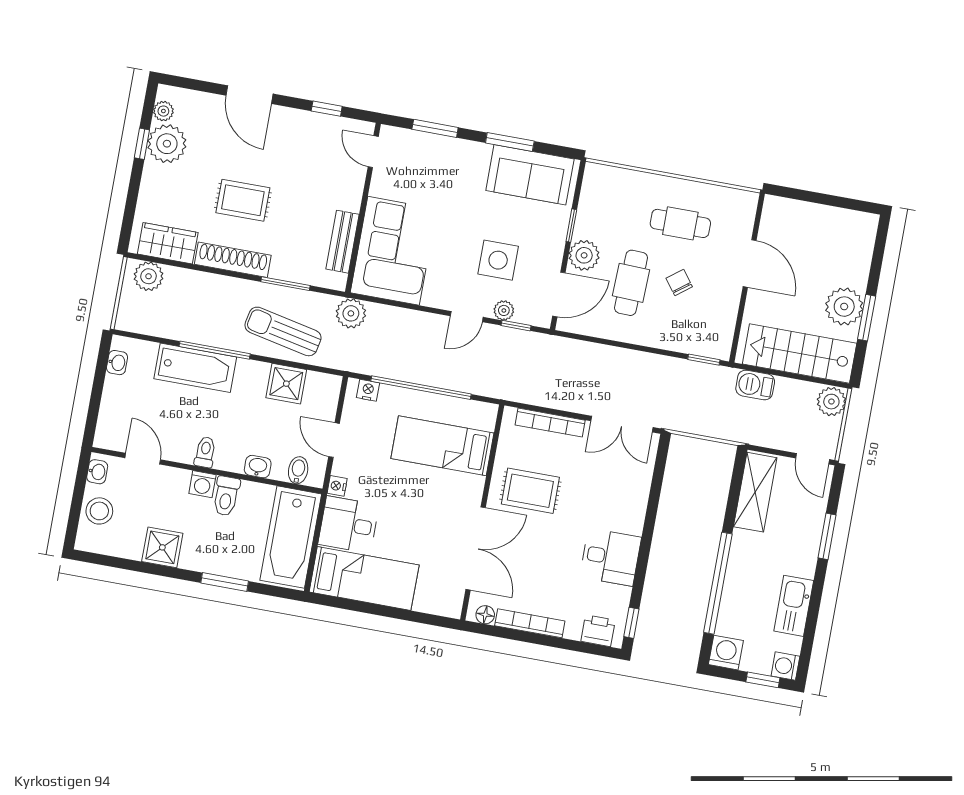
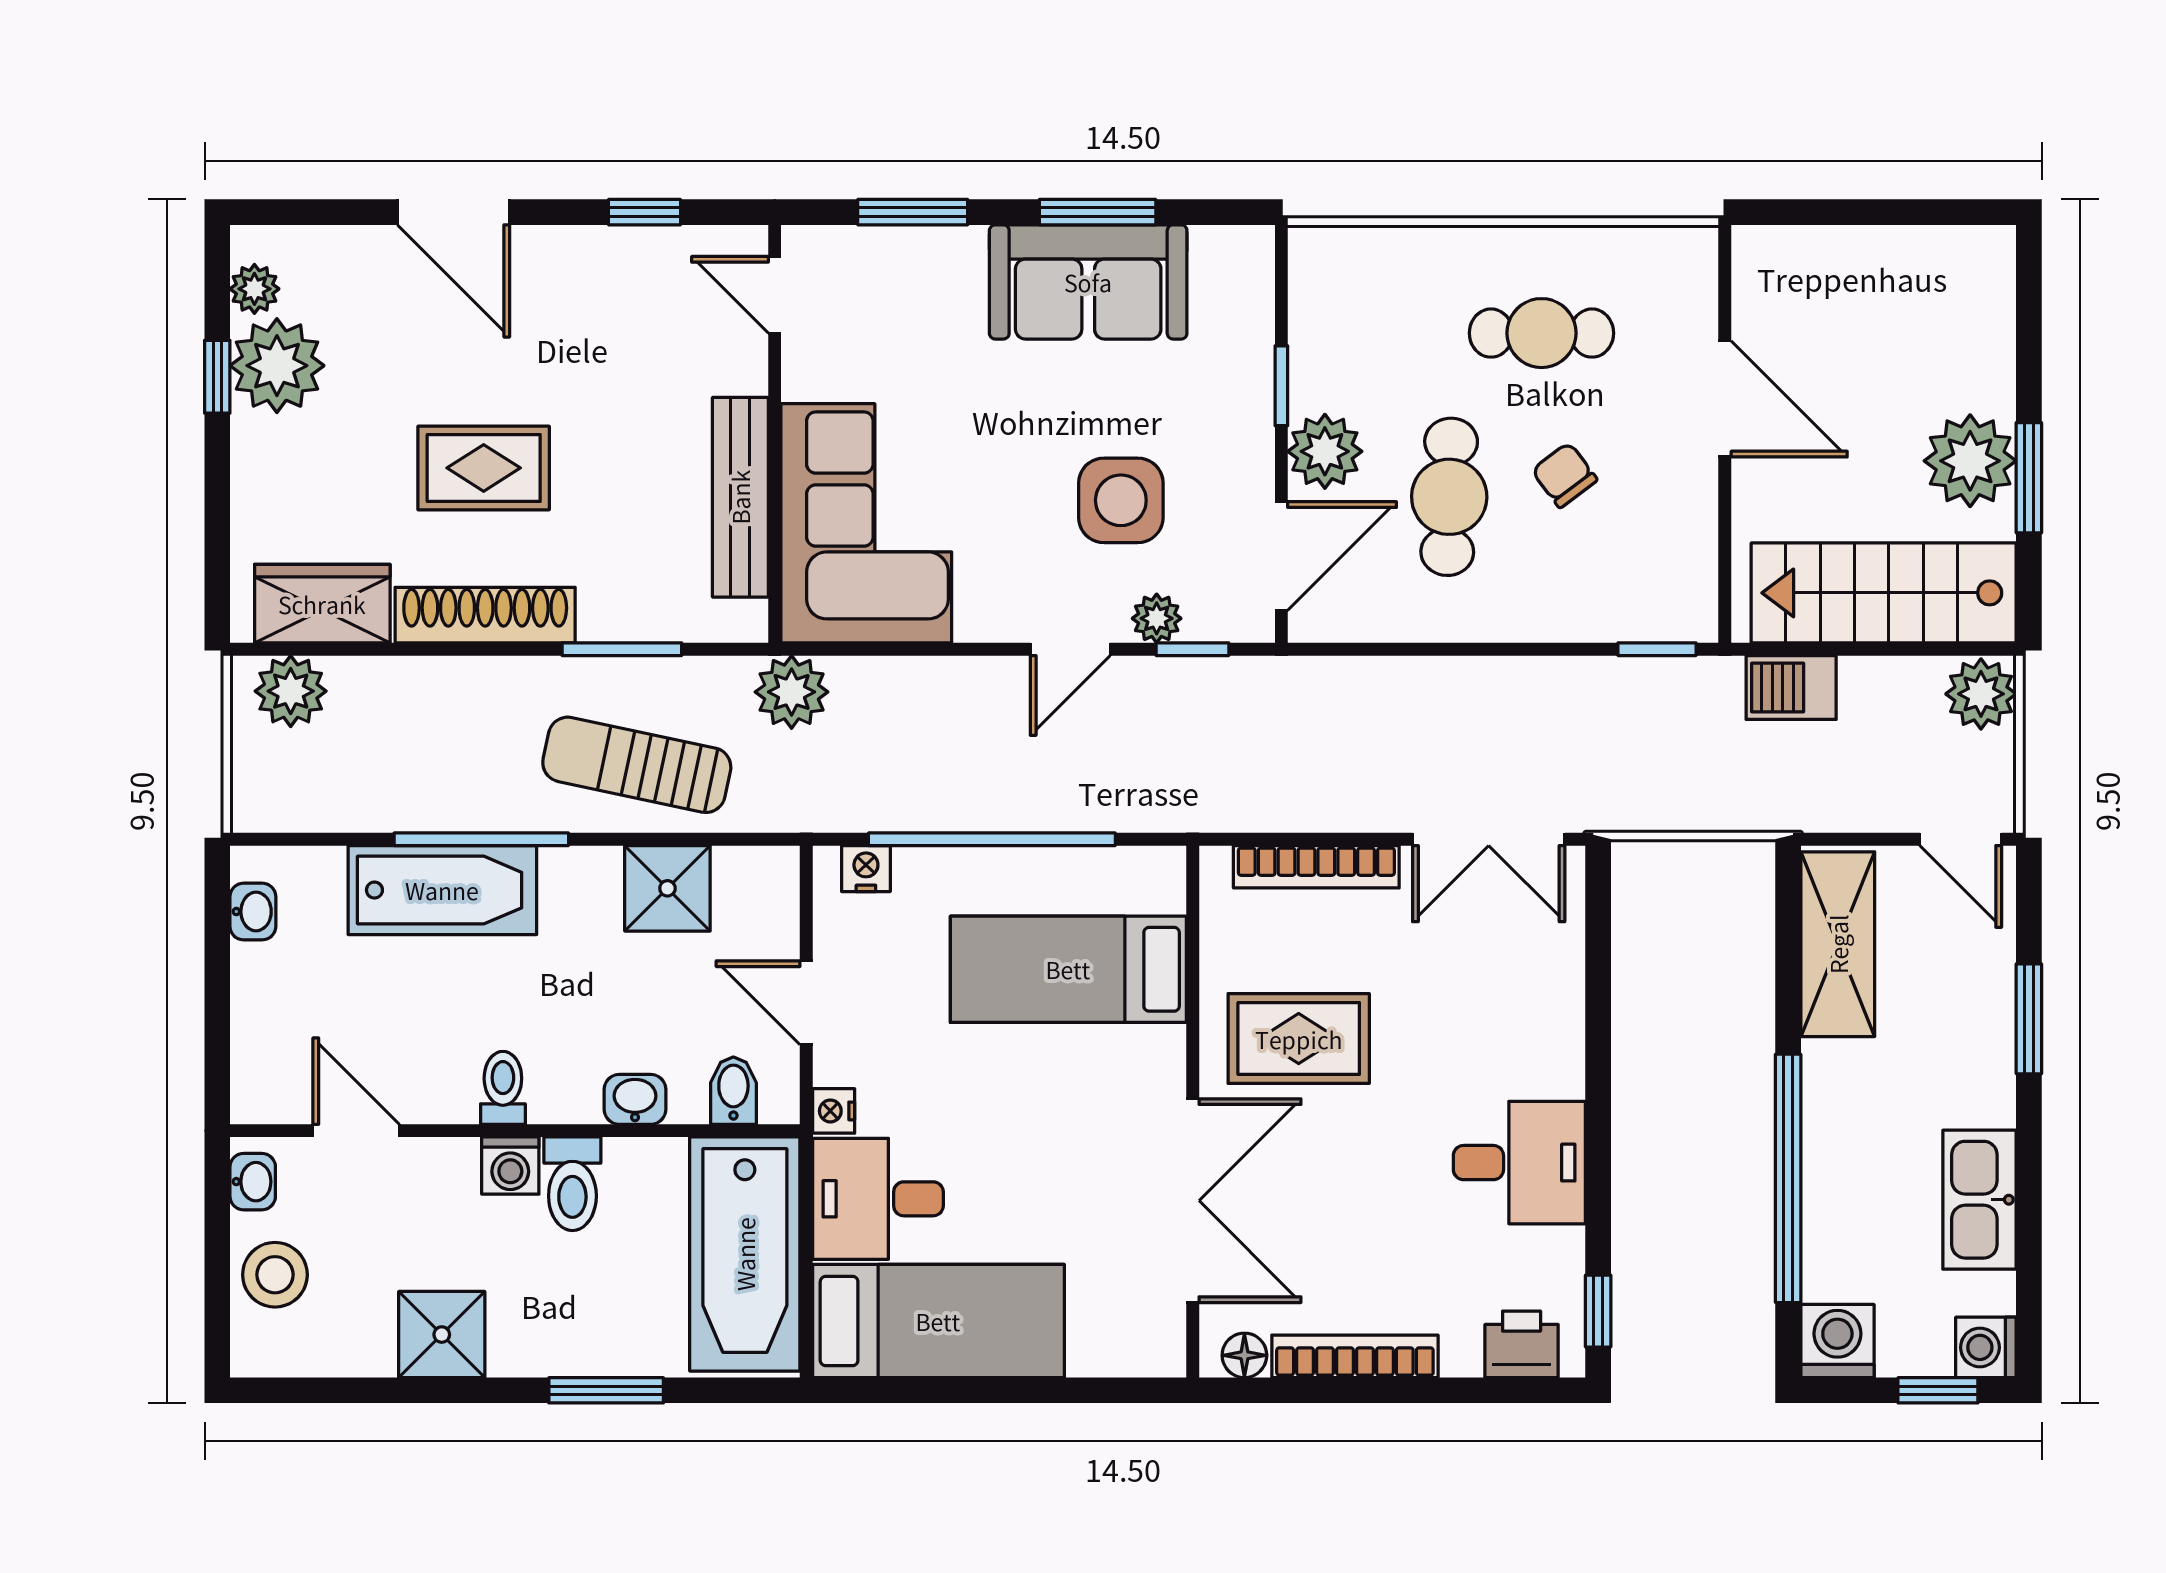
sofa: (530, 175) -> (1088, 282), moved
bench: (343, 242) -> (740, 497), width x1.36

